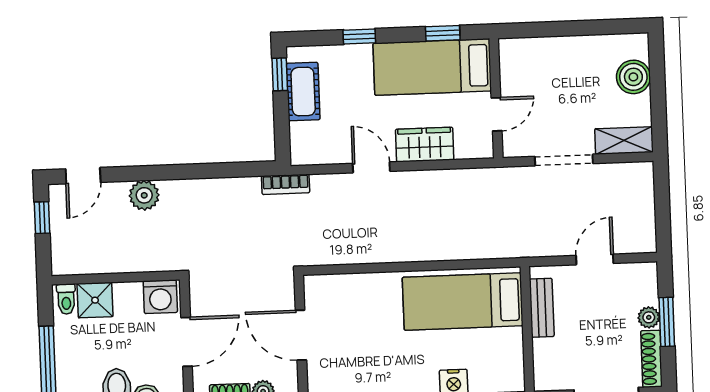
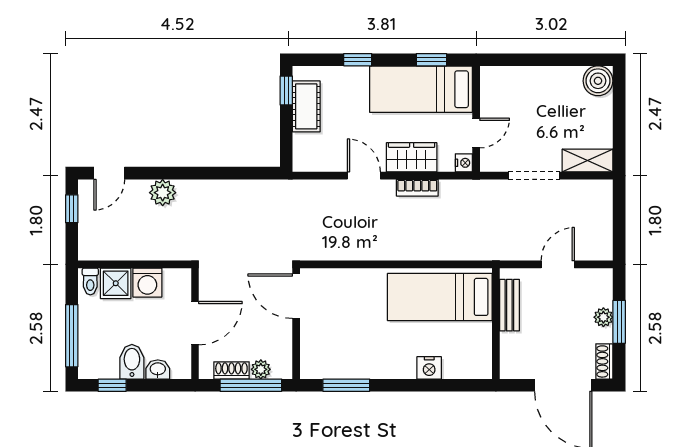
boiler: (633, 77) -> (598, 81), moved
nightstand: (484, 149) -> (464, 163), added
bookcase: (286, 184) -> (417, 188), moved
washing machine: (160, 297) -> (147, 283), moved
door: (301, 335) -> (296, 296), moved
shoe rack: (651, 359) -> (604, 361), width x0.70

